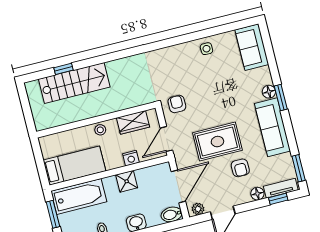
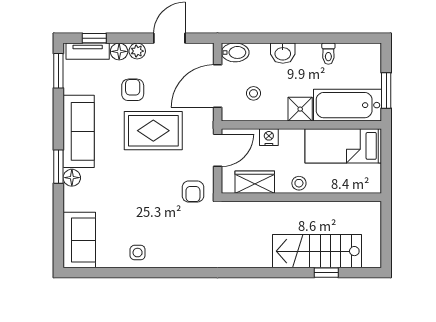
shower: (127, 181) -> (300, 109), moved
stool: (150, 188) -> (254, 93), added
plant: (198, 209) -> (137, 51), moved

